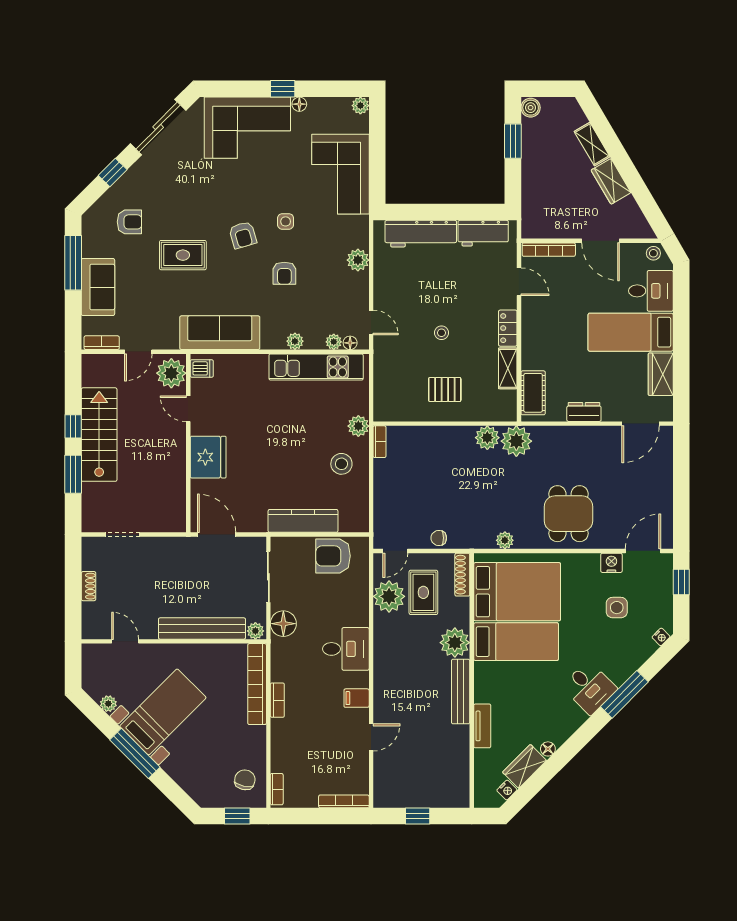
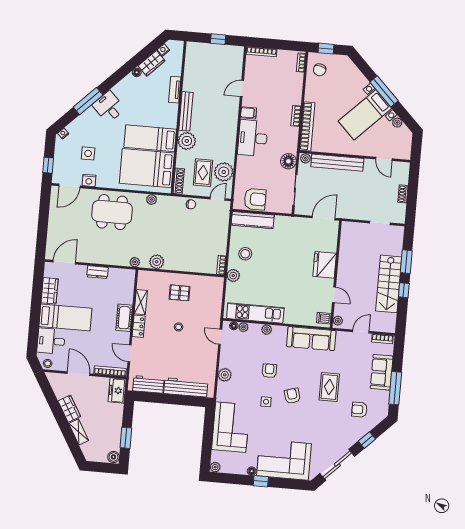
freezer: (534, 218) -> (117, 391), added
rug: (183, 255) -> (329, 387), turned 90
plant: (171, 373) -> (338, 321), width x0.53, depth x0.53
cot: (533, 393) -> (124, 318), moved
plant: (516, 441) -> (135, 262), width x0.53, depth x0.53
dining table: (569, 514) -> (112, 212), width x1.37
kitchen counter: (303, 521) -> (253, 220), moved
door: (217, 535) -> (324, 218), swing flipped
desk: (346, 649) -> (253, 138), width x1.37

